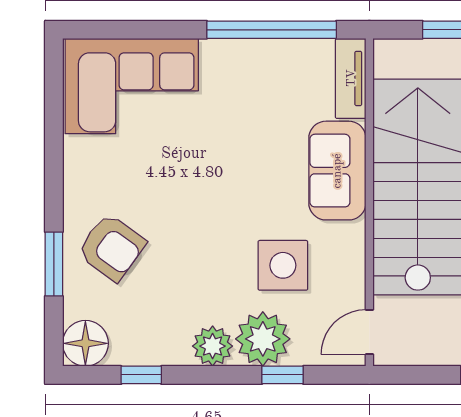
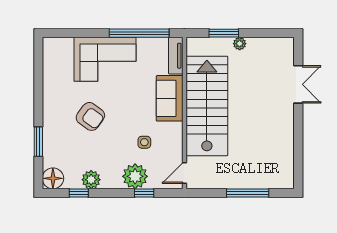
corner sofa: (132, 86) -> (105, 59), moved
armchair: (112, 247) -> (90, 116), moved
side table: (283, 265) -> (144, 142), width x0.54, depth x0.54
plant: (213, 346) -> (91, 180), moved

